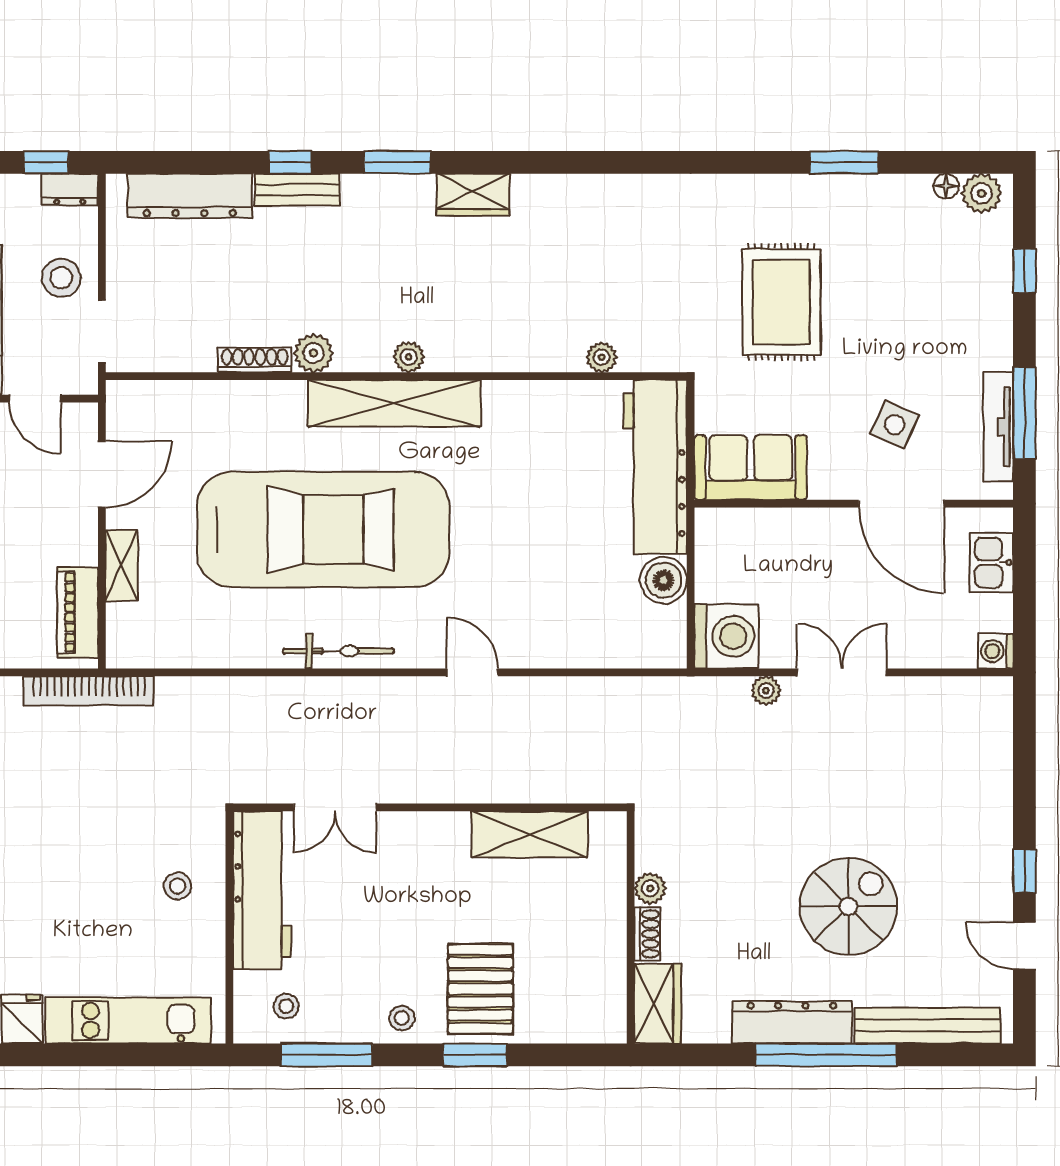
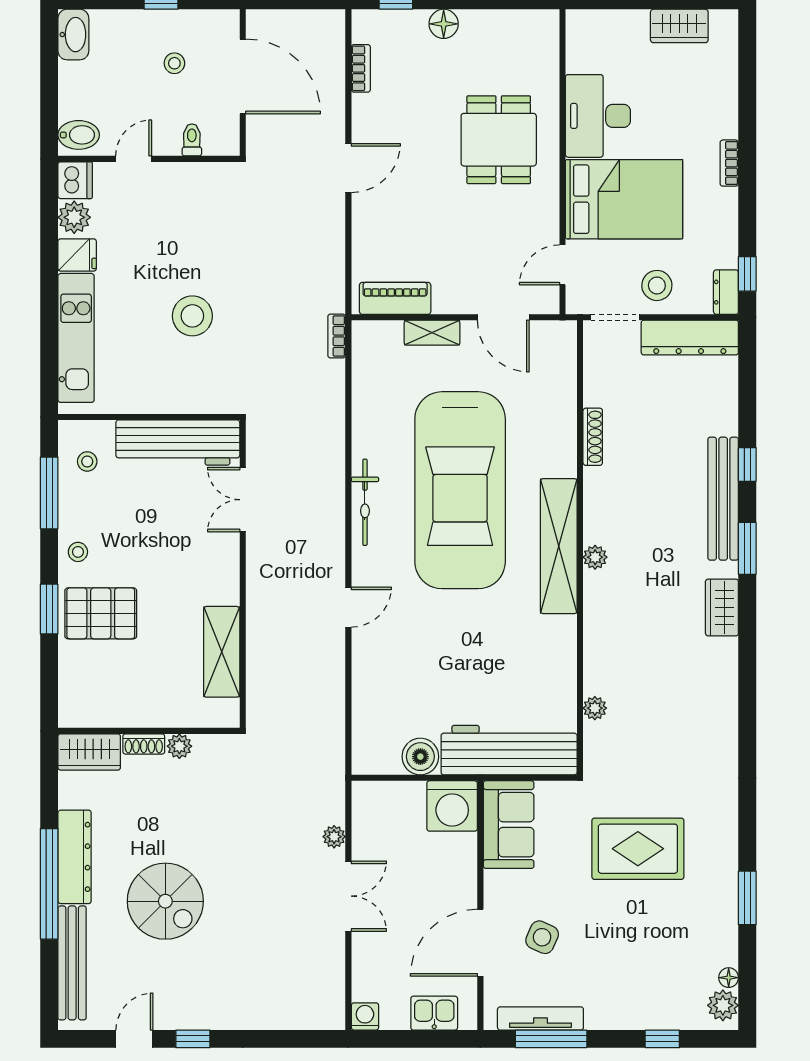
bench: (297, 190) -> (723, 499), width x1.86, depth x1.21
dresser: (190, 196) -> (690, 338), moved, turned -90
plant: (313, 353) -> (598, 483), removed
washing machine: (727, 636) -> (452, 806), moved
bookcase: (89, 691) -> (337, 336), width x0.43, depth x0.76
stool: (178, 886) -> (192, 316), moved, width x1.89, depth x1.89

